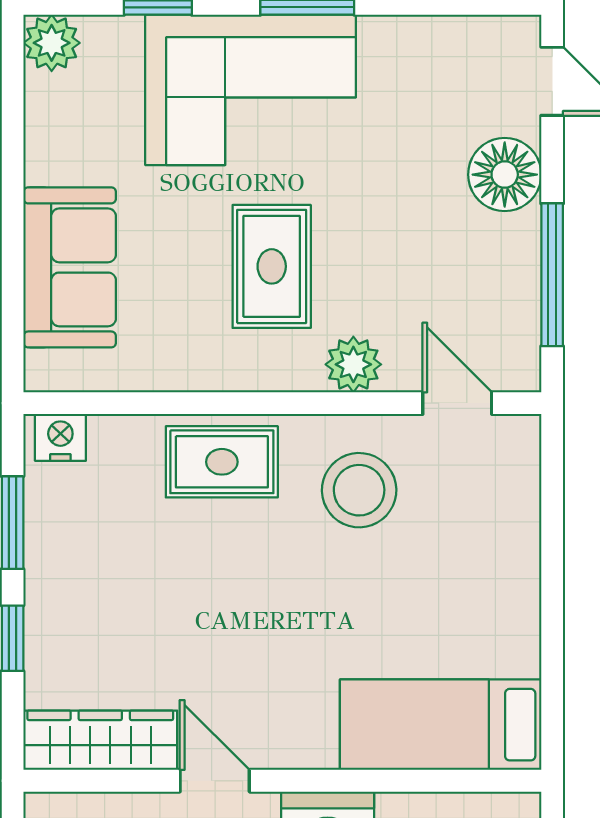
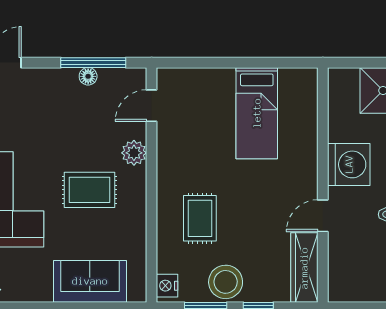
floor lamp: (505, 175) -> (88, 76), moved, width x0.53, depth x0.53
rug: (222, 462) -> (200, 218), moved
stool: (359, 490) -> (226, 282), moved
bed: (441, 725) -> (257, 113), moved

